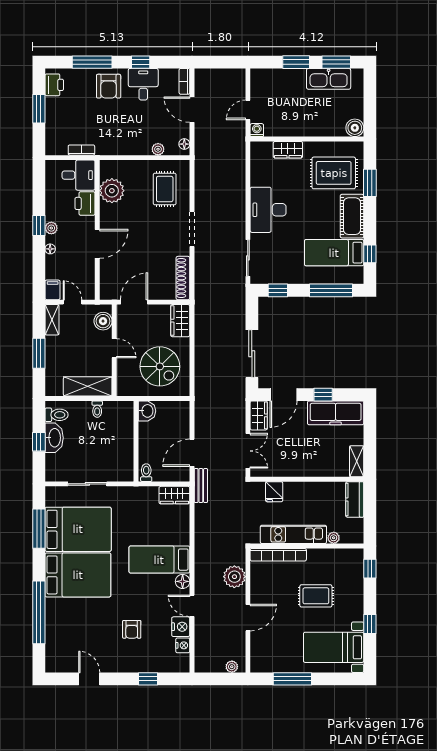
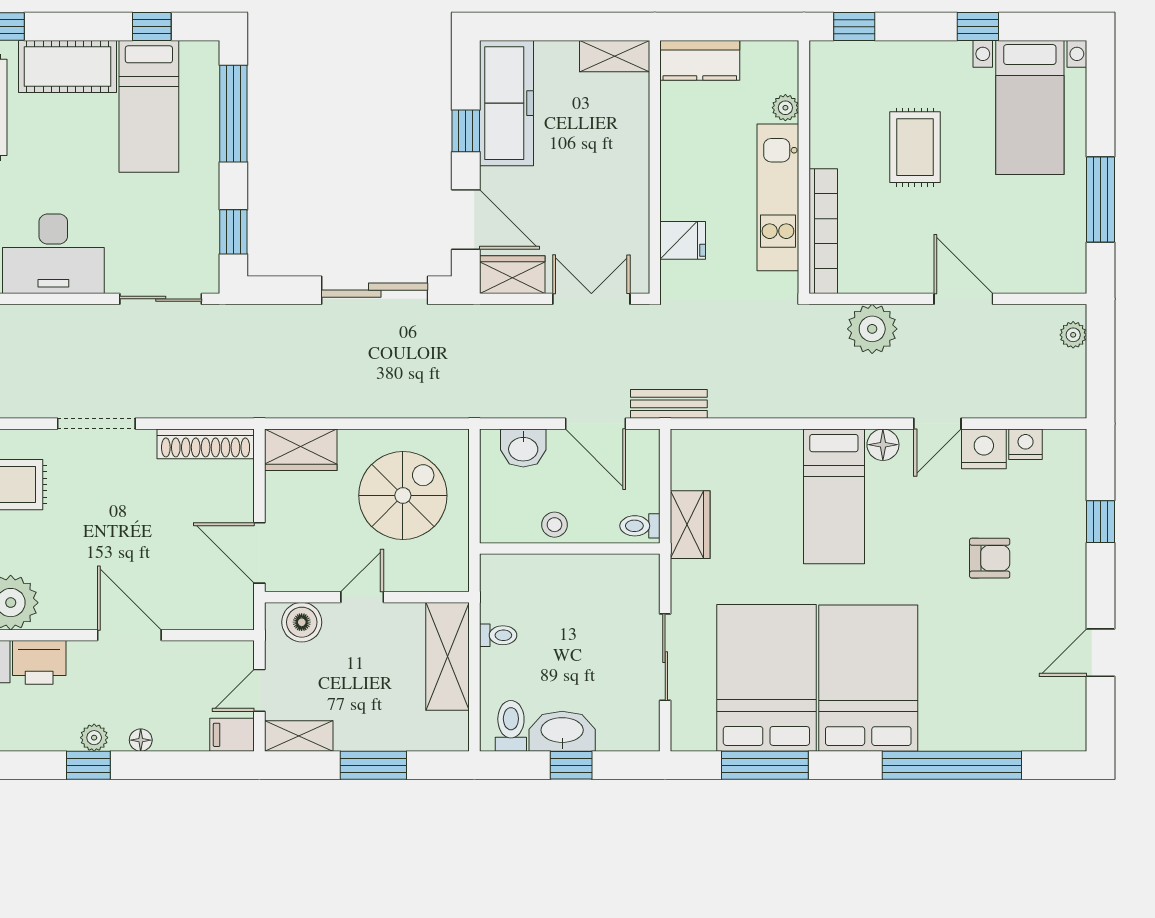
washbasin: (147, 411) -> (523, 448), moved, turned 180
stool: (147, 434) -> (554, 525), added
wardrobe: (174, 495) -> (690, 525), moved

